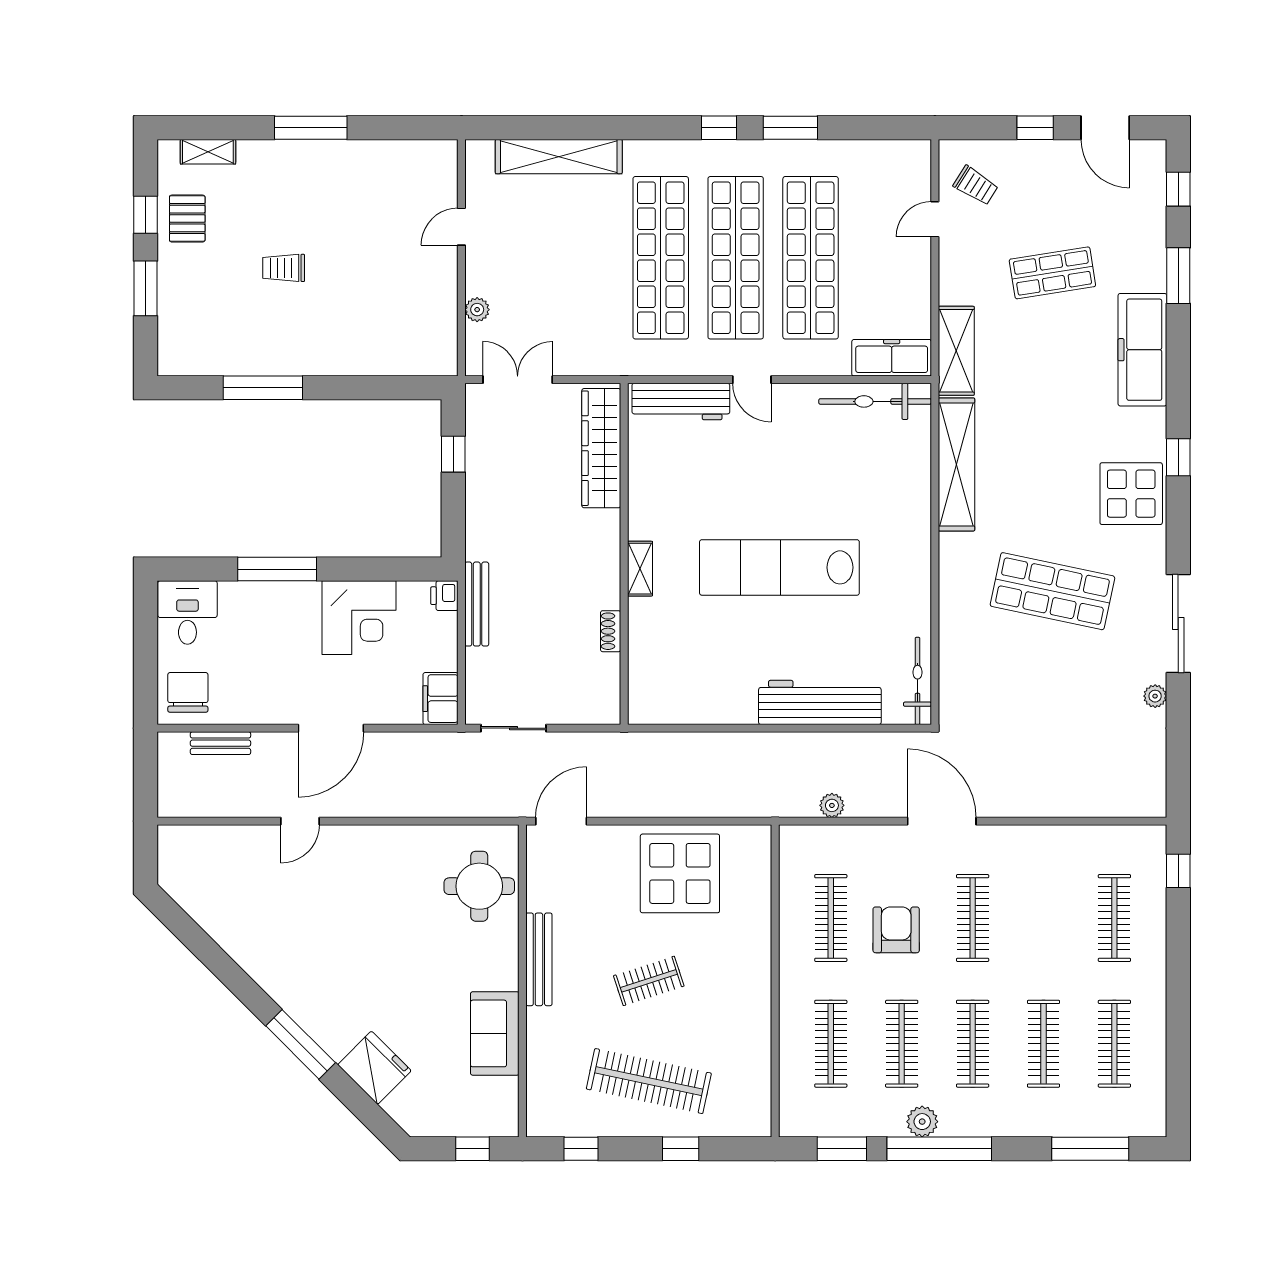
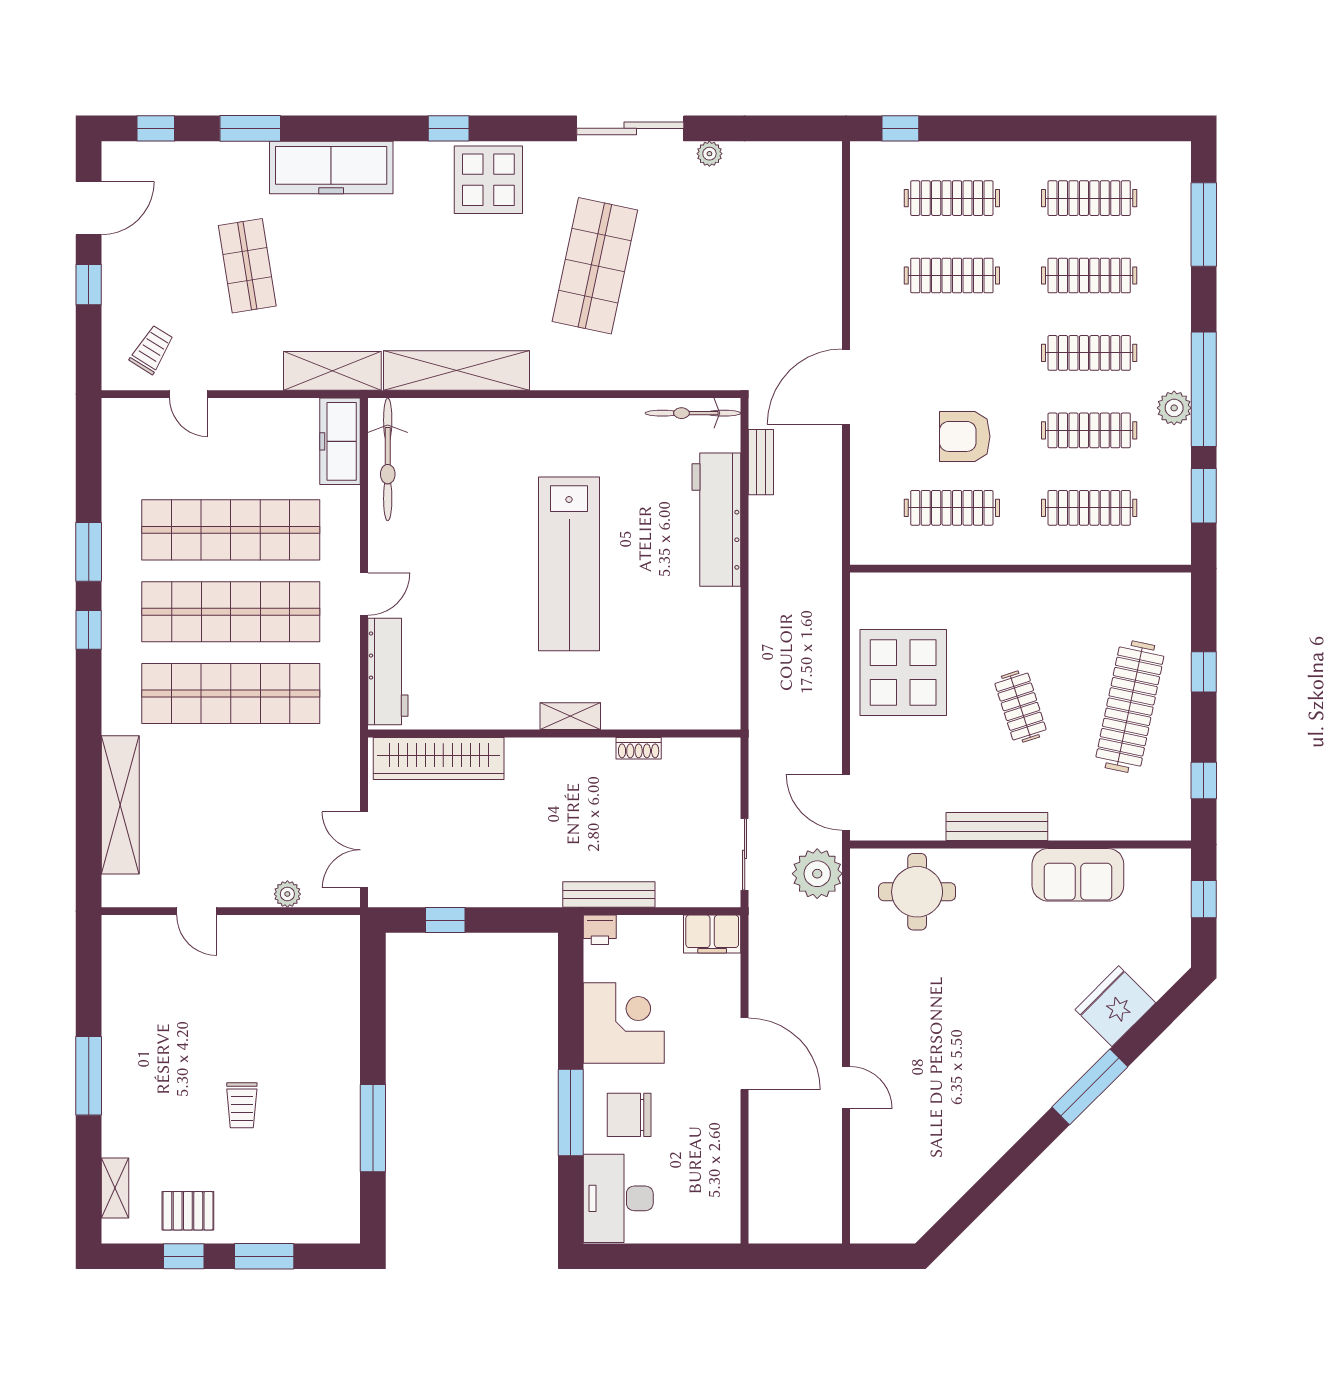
desk: (187, 613) -> (618, 1198), width x1.37
chair: (188, 692) -> (629, 1115), moved
bench: (220, 743) -> (761, 462), moved
plant: (832, 805) -> (817, 874), moved, width x1.87, depth x1.87
clothes rail: (973, 918) -> (952, 276), moved

